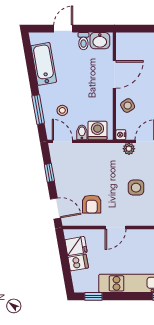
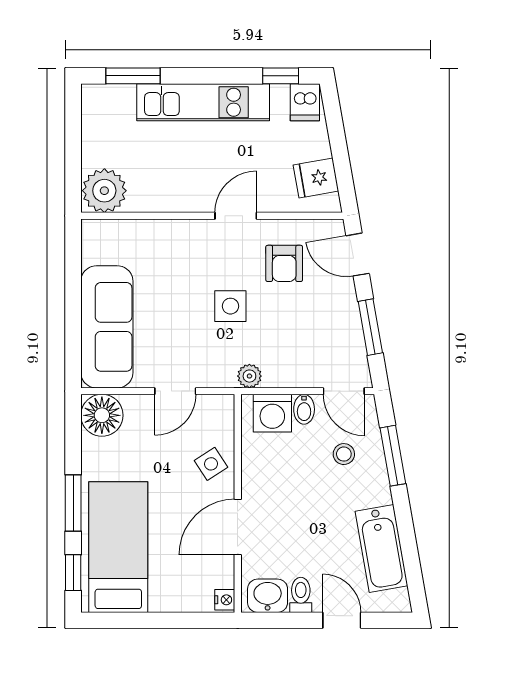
door: (63, 29) -> (342, 620), swing flipped
nightstand: (121, 135) -> (225, 600), moved
plant: (129, 149) -> (249, 376), moved
window: (49, 173) -> (370, 327), width x1.50
side table: (136, 188) -> (230, 306), moved
armchair: (92, 204) -> (284, 263), turned 180
dishwasher: (78, 263) -> (305, 102), moved, turned -80

